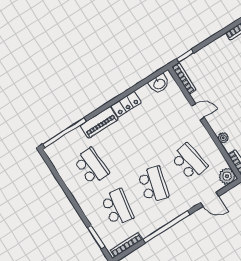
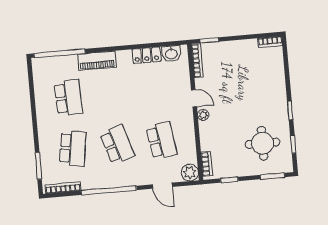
locker: (126, 104) -> (147, 55), moved
plant: (223, 138) -> (203, 115), moved
school desk: (153, 184) -> (117, 145), turned -33

